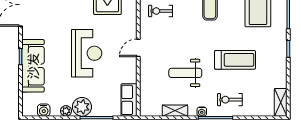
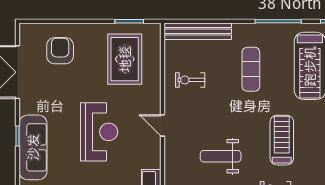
door: (138, 48) -> (163, 125), hinge flipped
treadmill: (235, 60) -> (282, 140), turned -90

